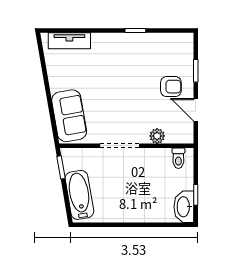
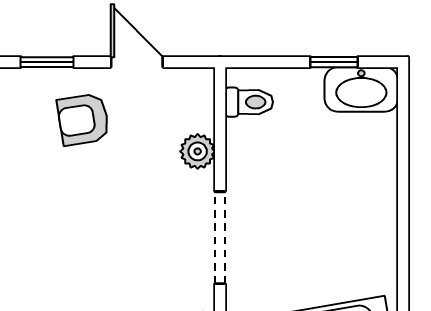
armchair: (171, 87) -> (83, 119), turned -99
door: (196, 110) -> (137, 62), swing flipped

